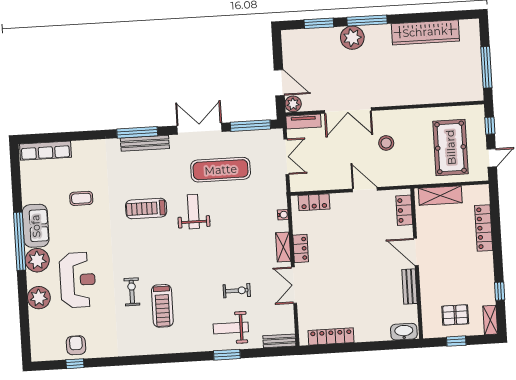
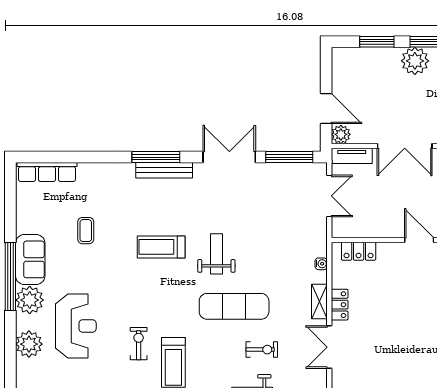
exercise mat: (221, 170) -> (234, 306), moved
coffee table: (81, 198) -> (86, 231), turned 90

